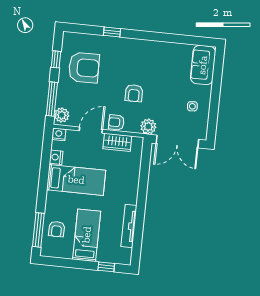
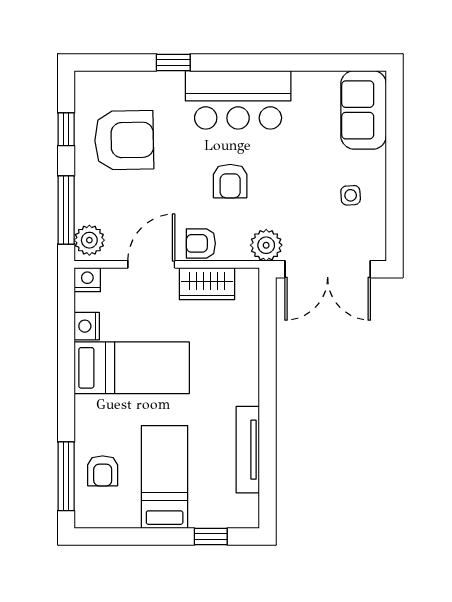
bar counter: (142, 54) -> (238, 100), added

